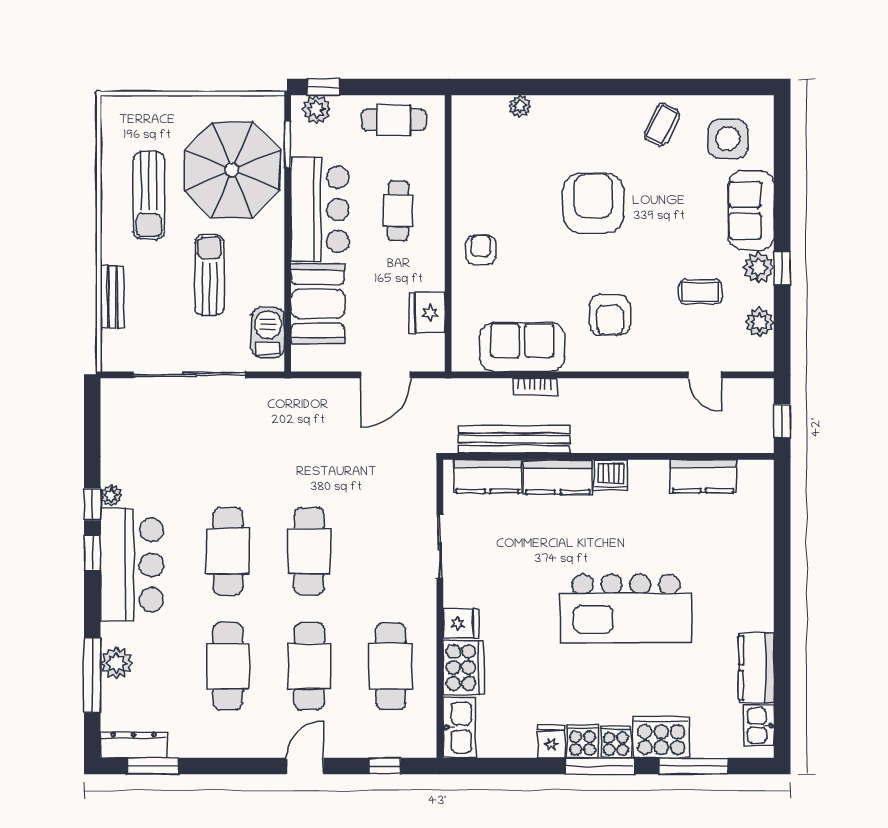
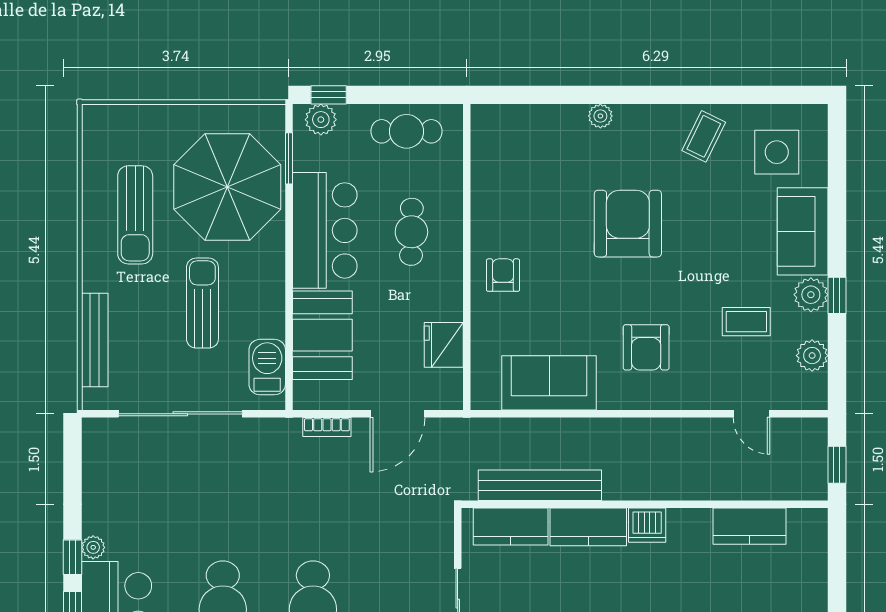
plant: (520, 106) -> (600, 116), moved
bench: (112, 297) -> (95, 340), width x1.36
bookcase: (535, 387) -> (327, 427), moved

